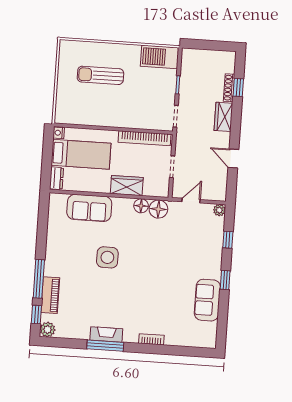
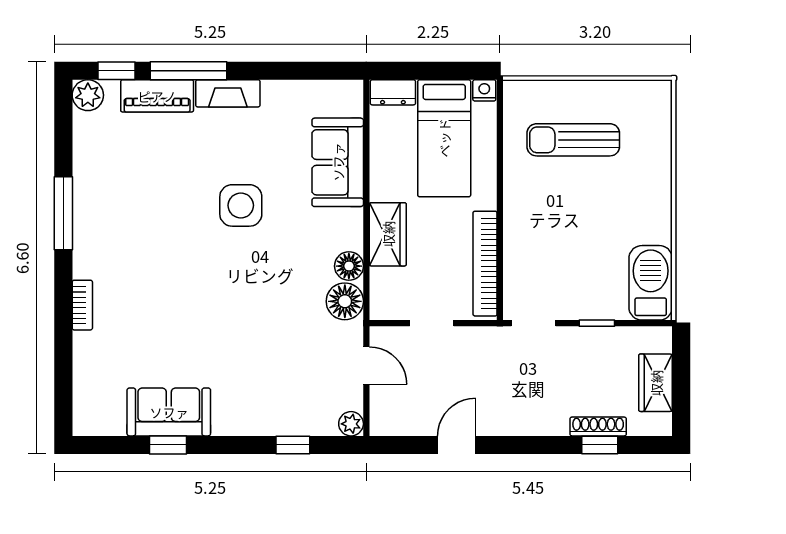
sun lounger: (100, 75) -> (573, 140), moved, turned -90
wardrobe: (223, 117) -> (656, 383), moved, turned -90
window: (225, 280) -> (168, 445), moved
fireplace: (106, 334) -> (228, 93), moved, turned 90

